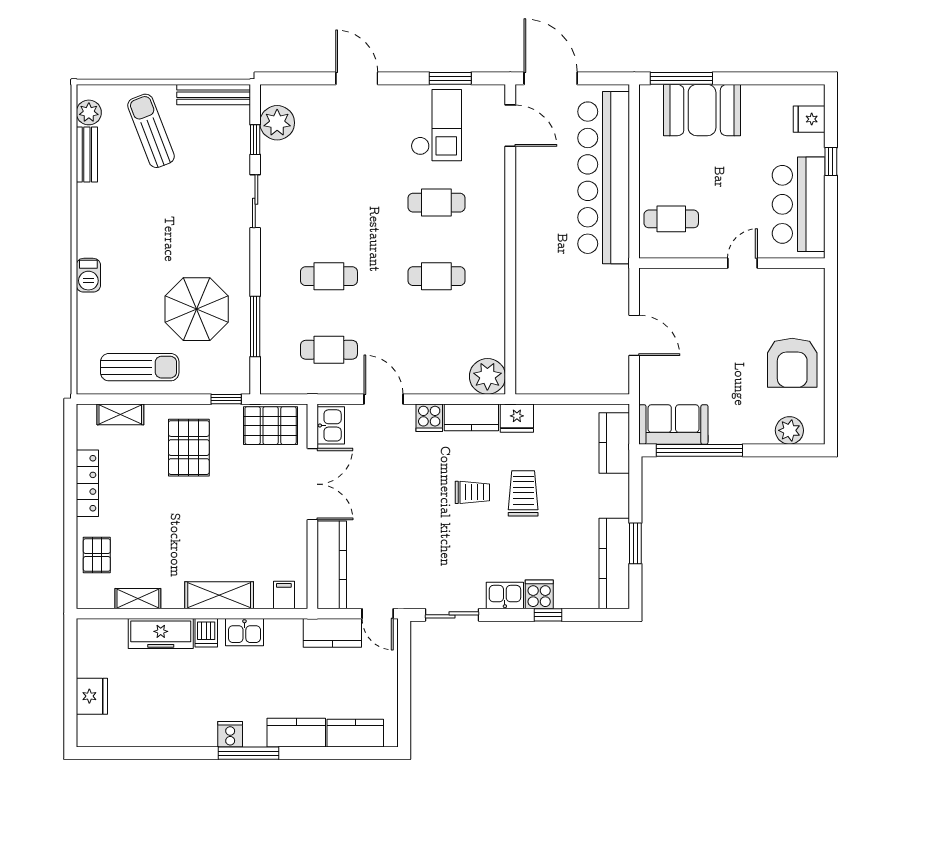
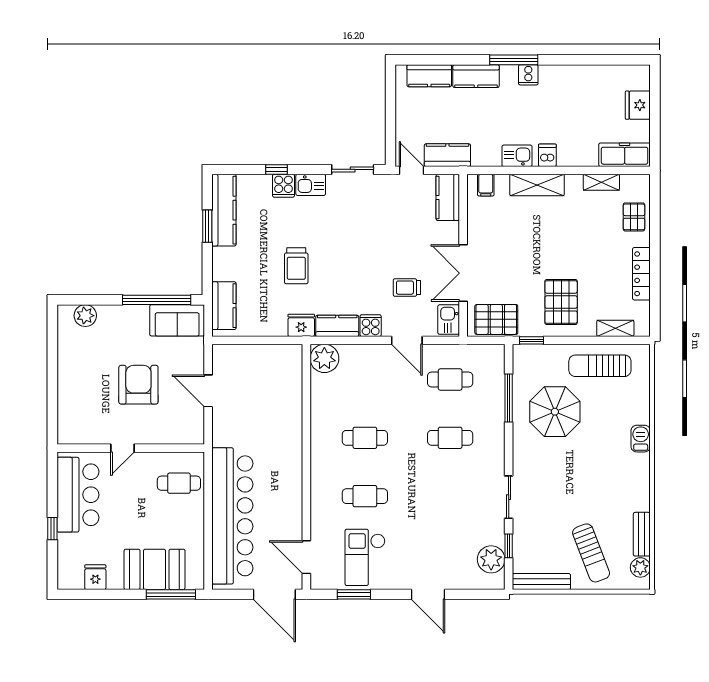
fridge: (809, 119) -> (95, 577), moved, turned -90
armchair: (792, 363) -> (138, 385), moved
trolley: (472, 492) -> (407, 288), moved
kitchen counter: (332, 565) -> (448, 197), width x0.67
freezer: (161, 634) -> (625, 155), moved

